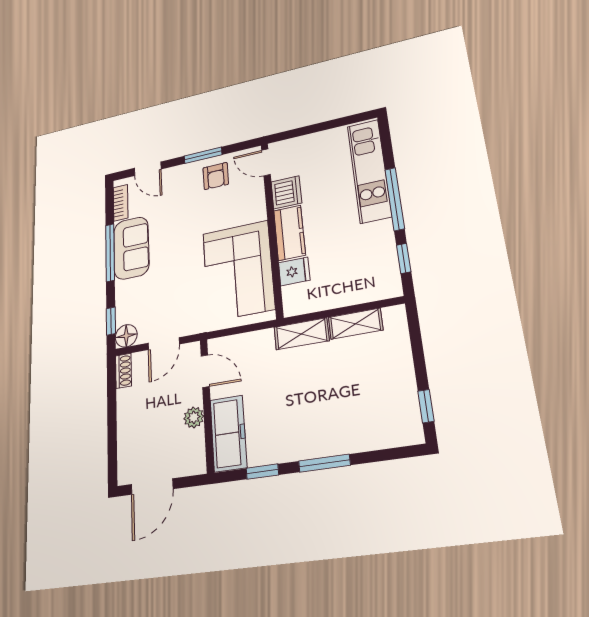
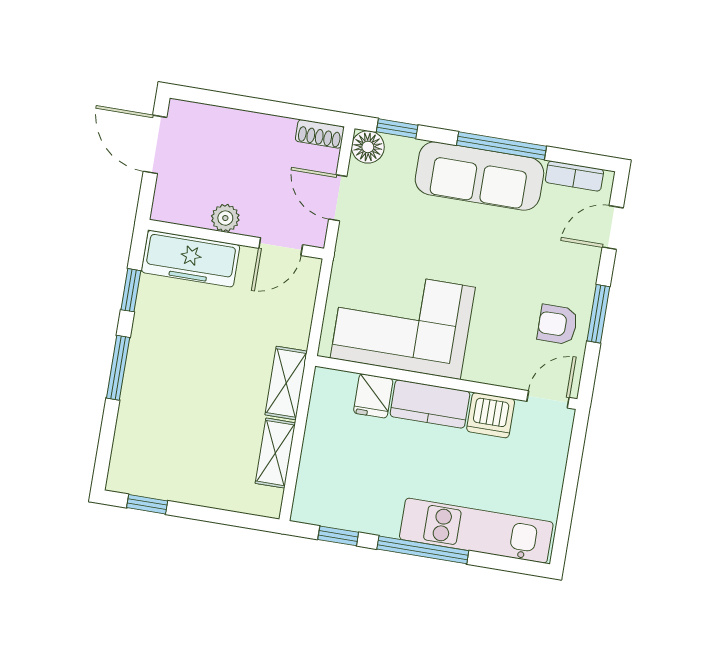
sofa: (131, 248) -> (479, 176), width x1.36

